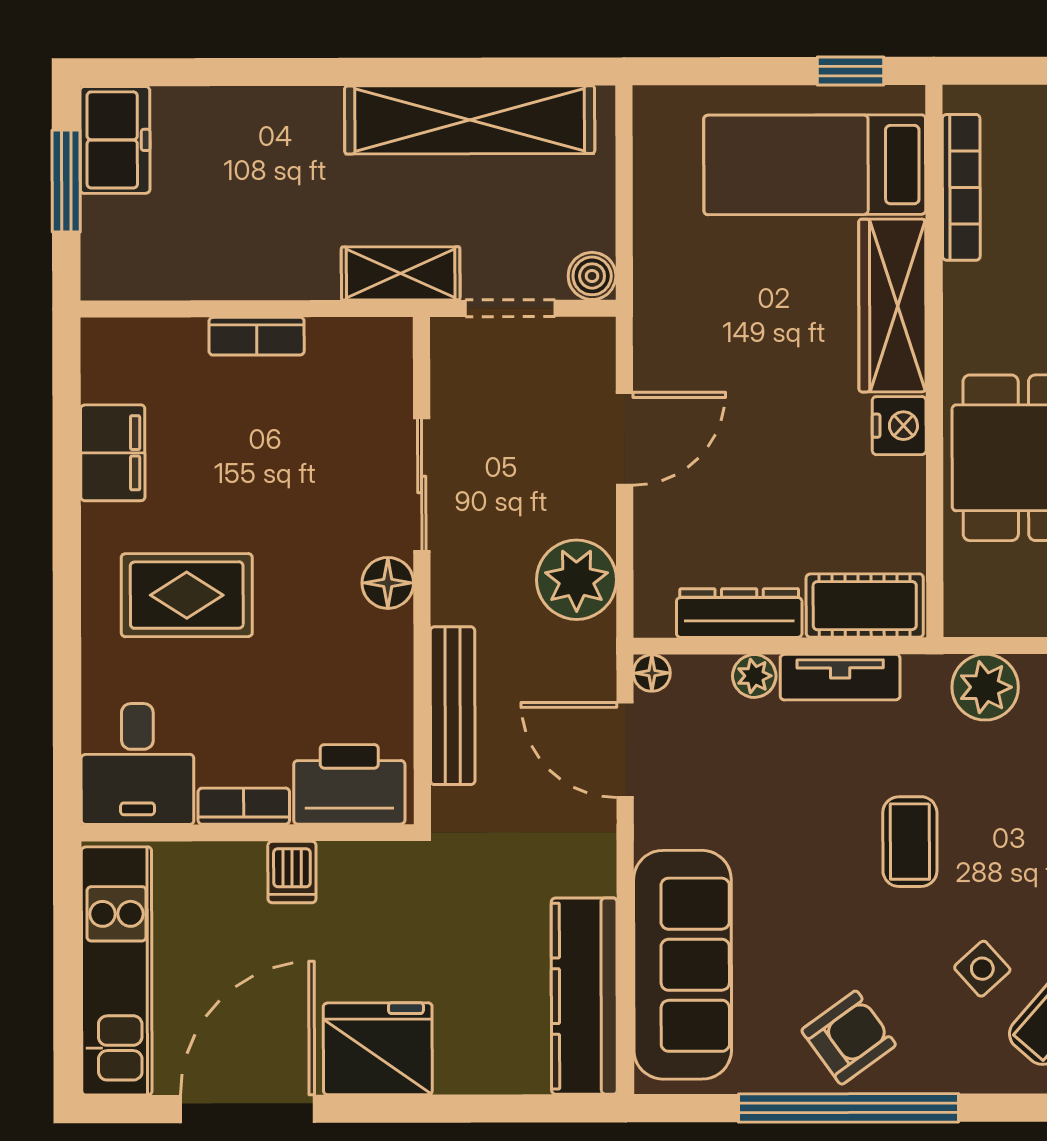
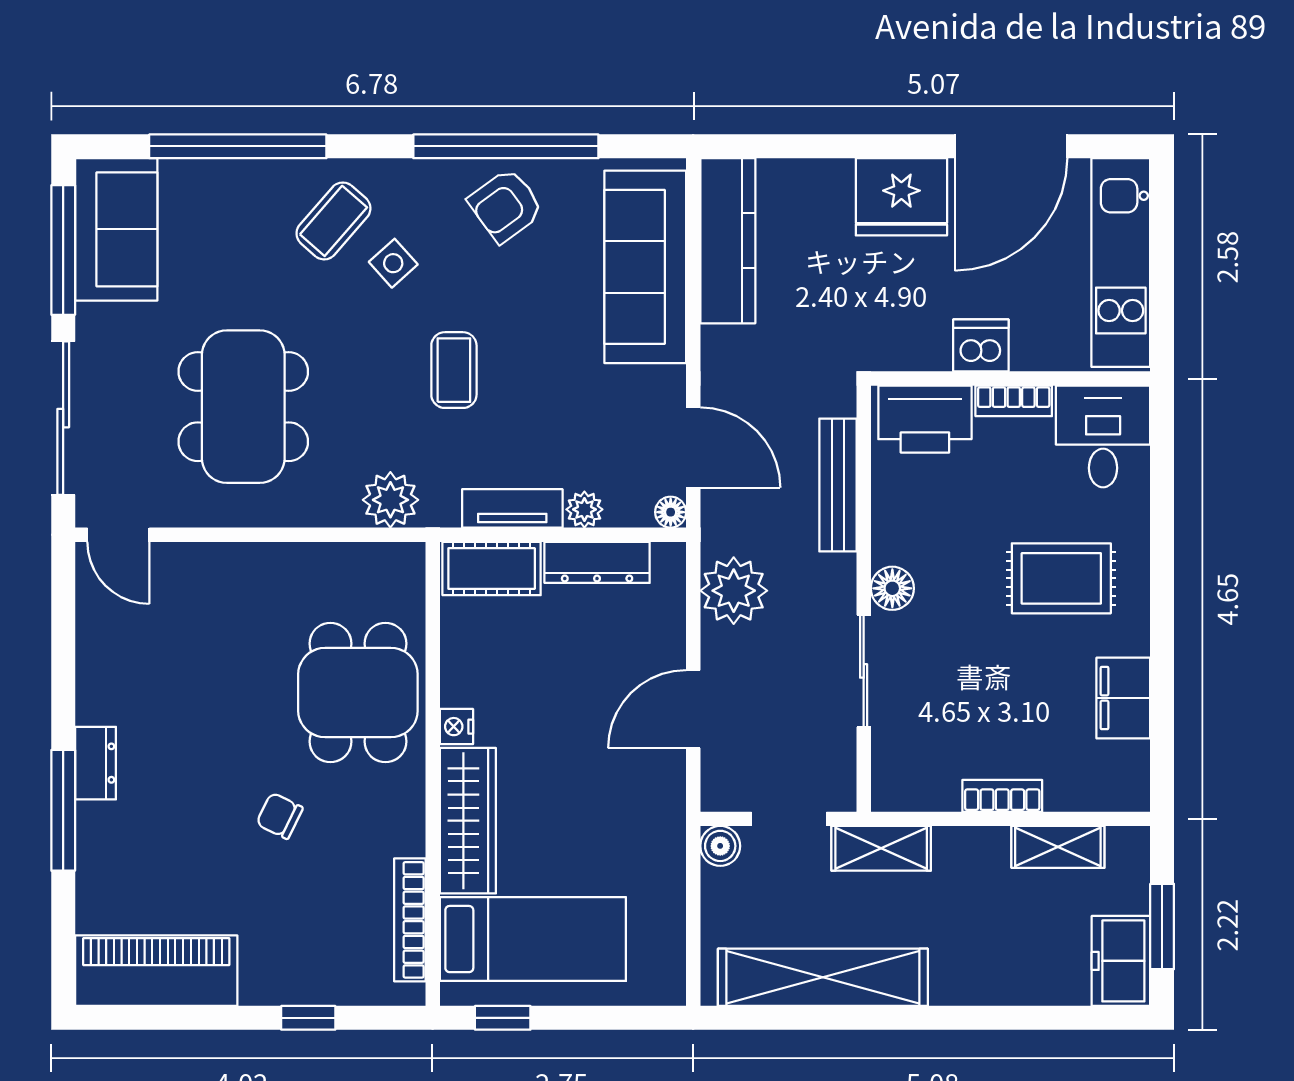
shelving: (190, 275) -> (1058, 847), added
nightstand: (899, 426) -> (456, 727), width x0.72, depth x0.74
dishwasher: (292, 872) -> (981, 345), width x1.38

